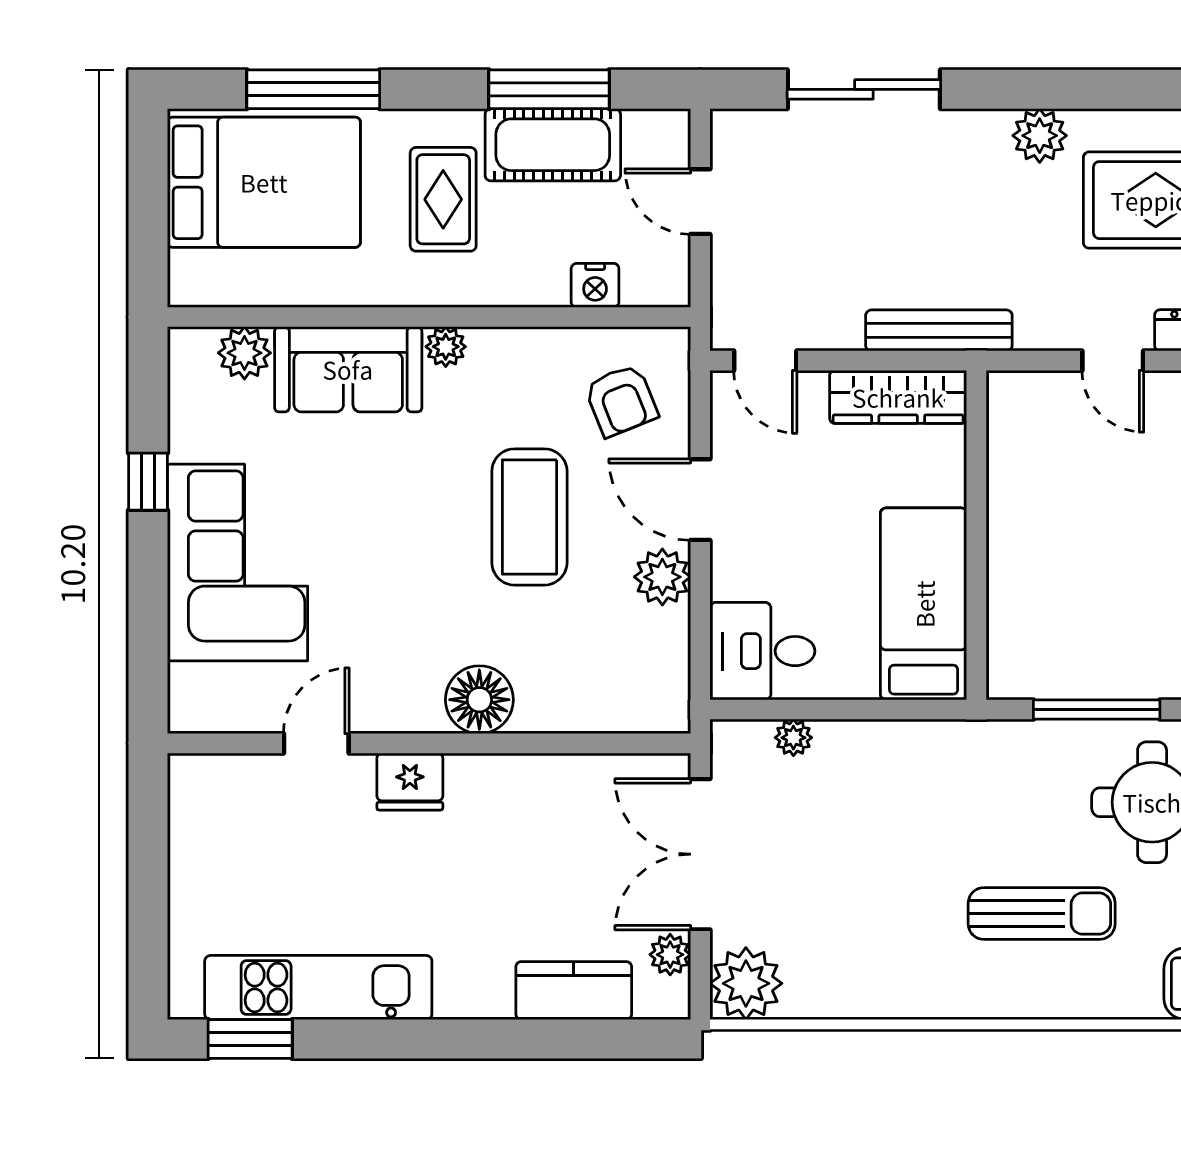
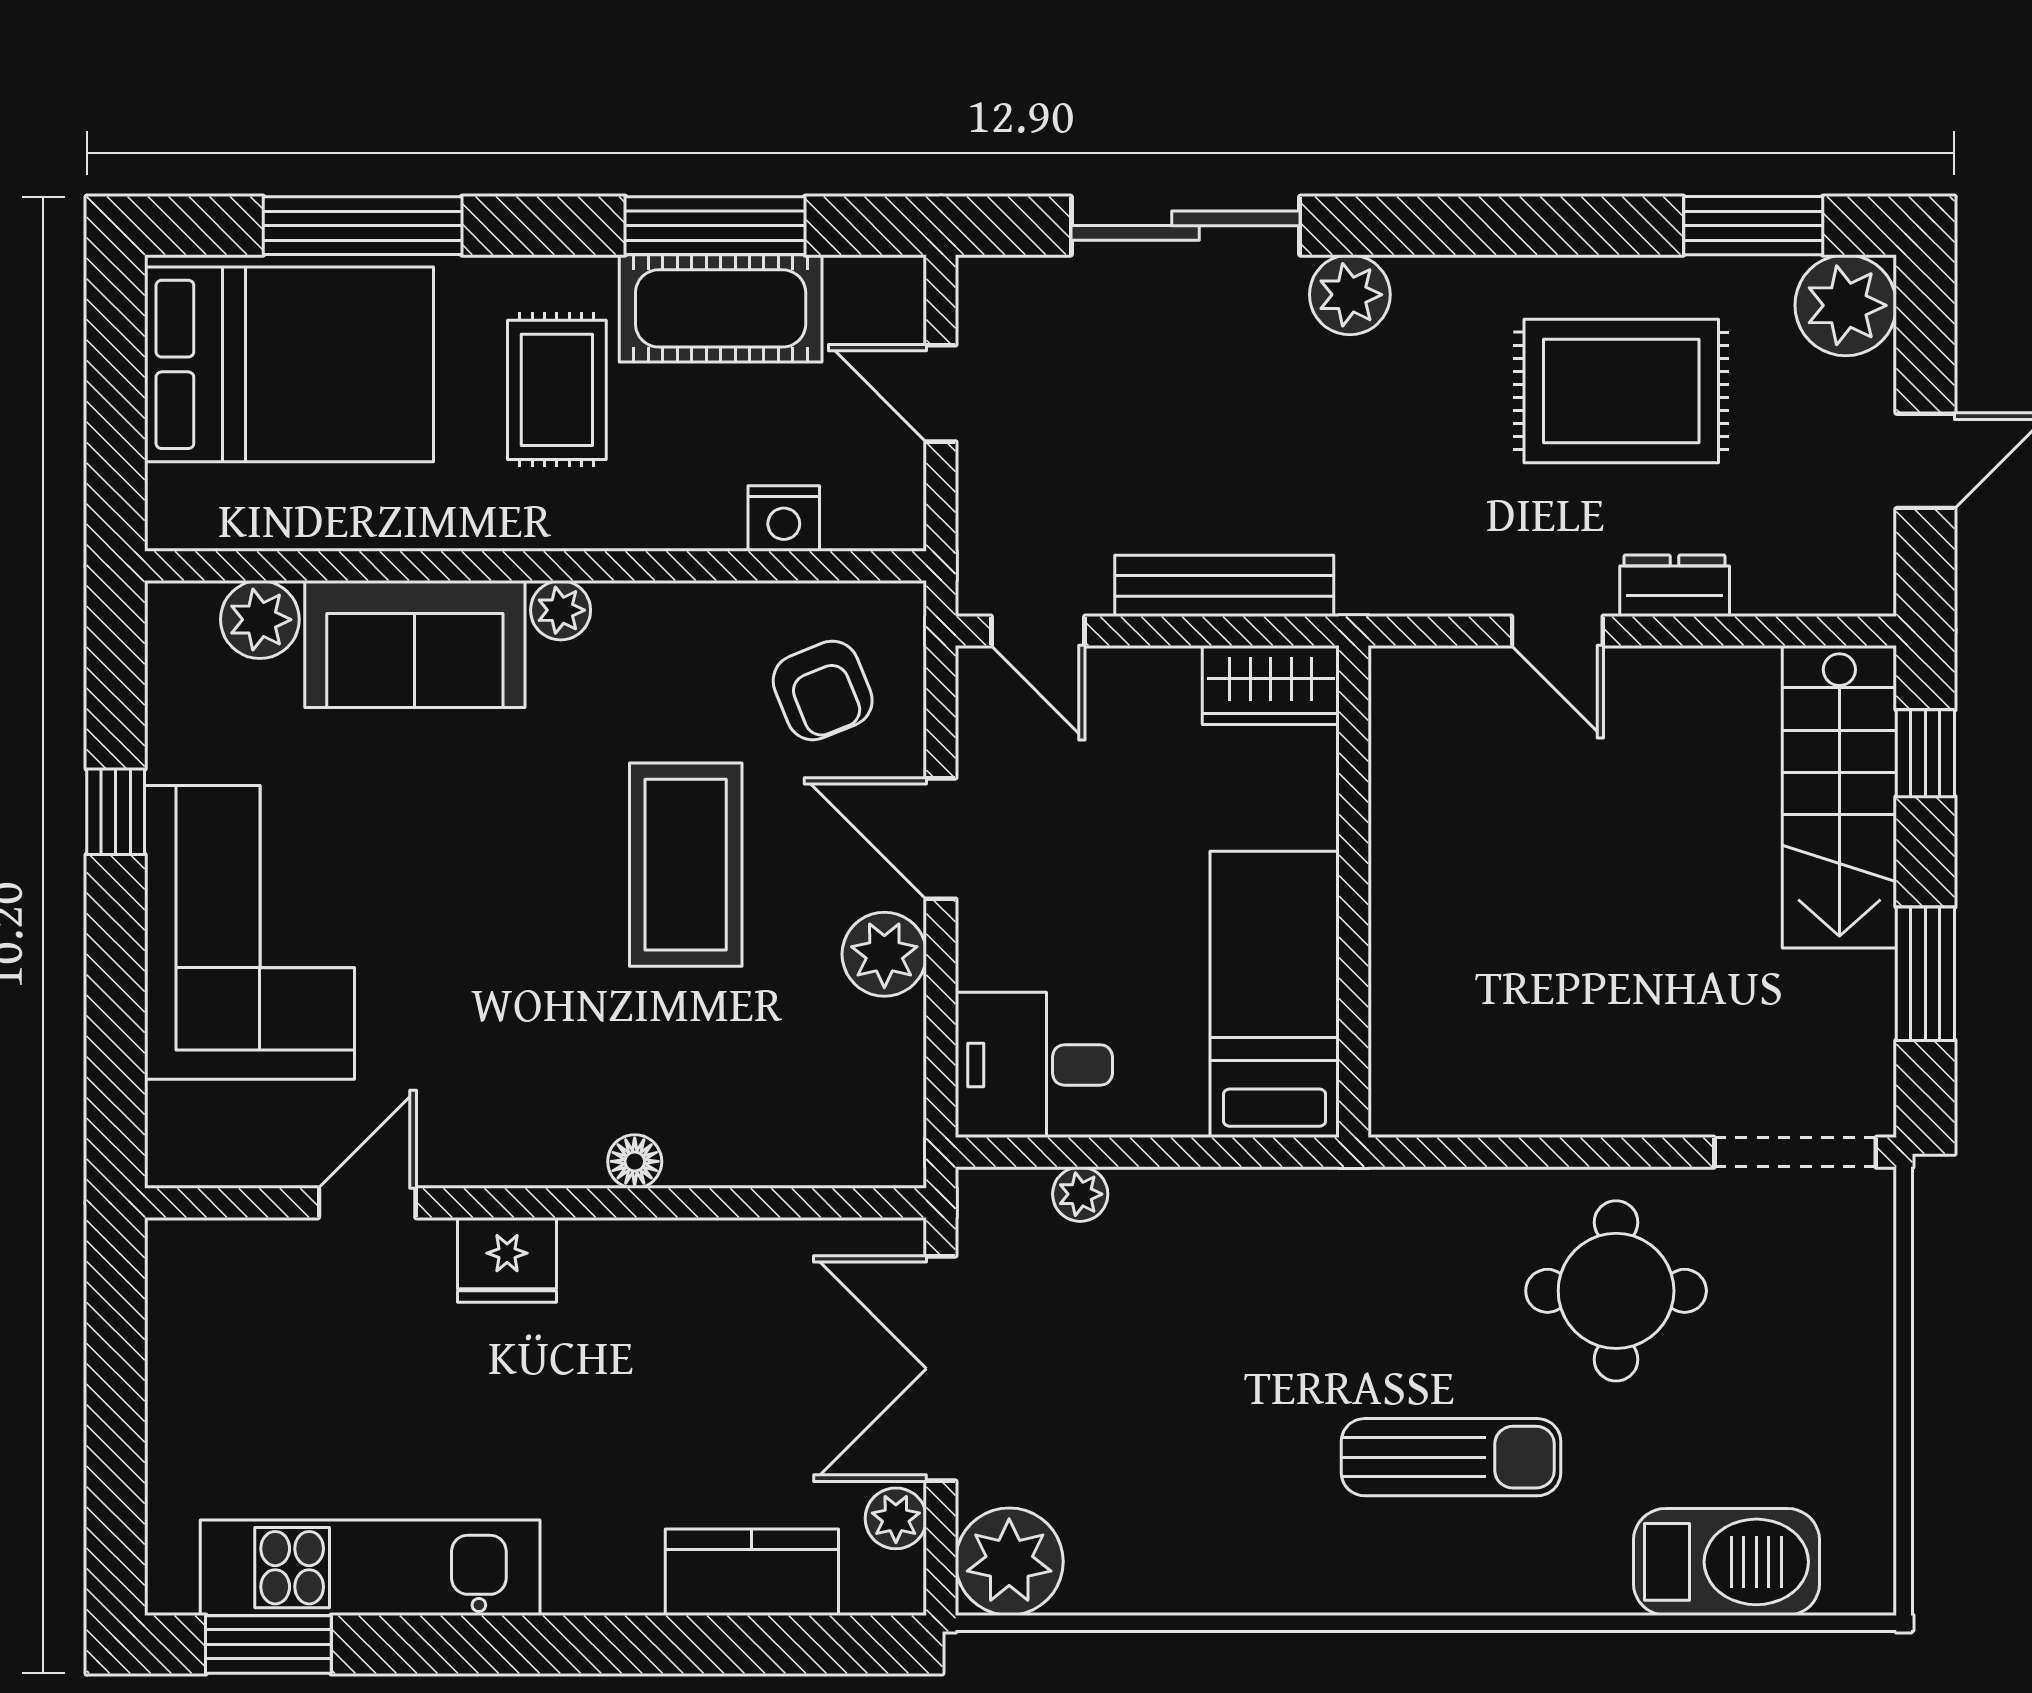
plant: (1040, 136) -> (1350, 295), moved
bench: (939, 330) -> (1224, 586), moved
wardrobe: (898, 397) -> (1271, 685), width x0.67
floor lamp: (479, 700) -> (635, 1161), width x0.53, depth x0.53
window: (1097, 709) -> (1533, 1152), removed

